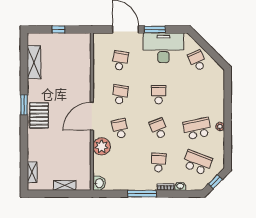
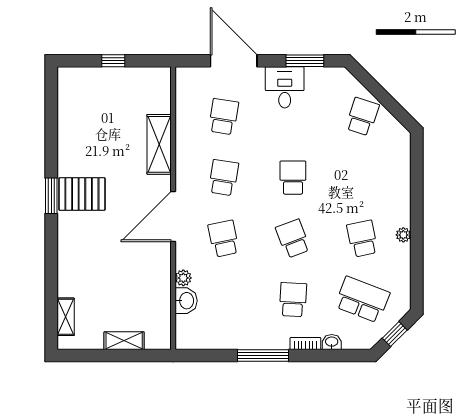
window: (155, 29) -> (305, 61), moved
desk: (163, 48) -> (285, 87), width x0.53, depth x0.77
school desk: (197, 61) -> (362, 117), turned 42
shelving: (34, 62) -> (159, 144), moved
pallet: (39, 115) -> (82, 194), moved, turned 90
school desk: (197, 129) -> (362, 239), width x0.54
plant: (102, 146) -> (183, 278), width x0.53, depth x0.53
washbasin: (99, 183) -> (186, 301), moved

